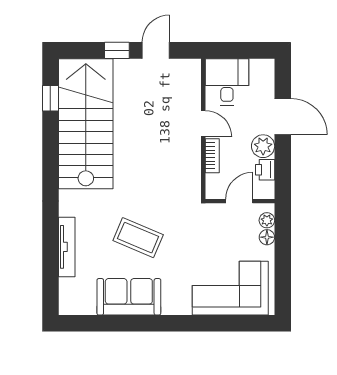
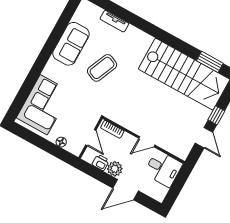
window: (50, 98) -> (210, 62), width x1.50
bookcase: (212, 156) -> (112, 129), moved
plant: (267, 220) -> (71, 147), removed
tv unit: (67, 247) -> (114, 21), width x0.71

